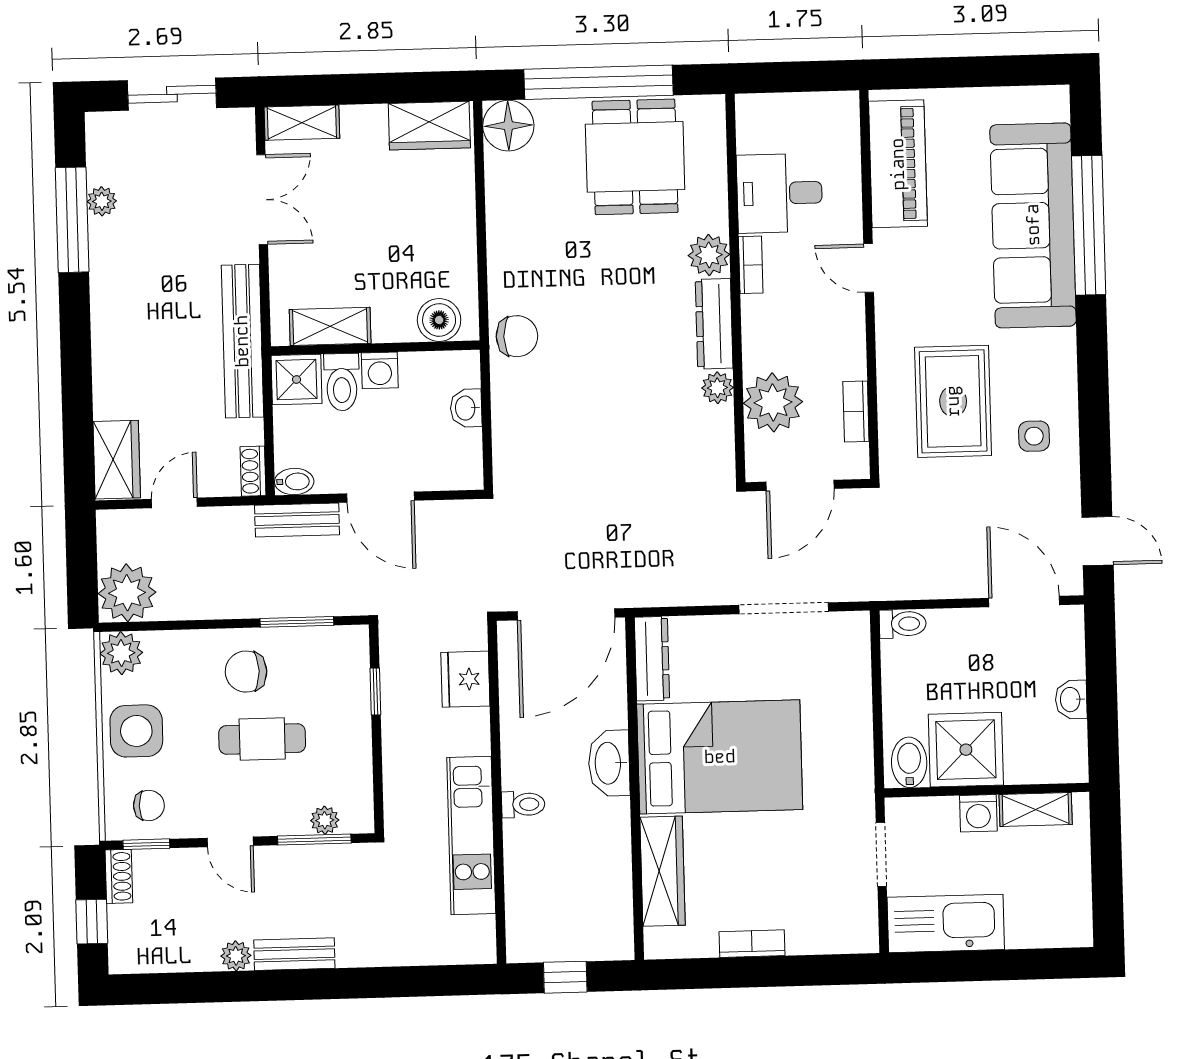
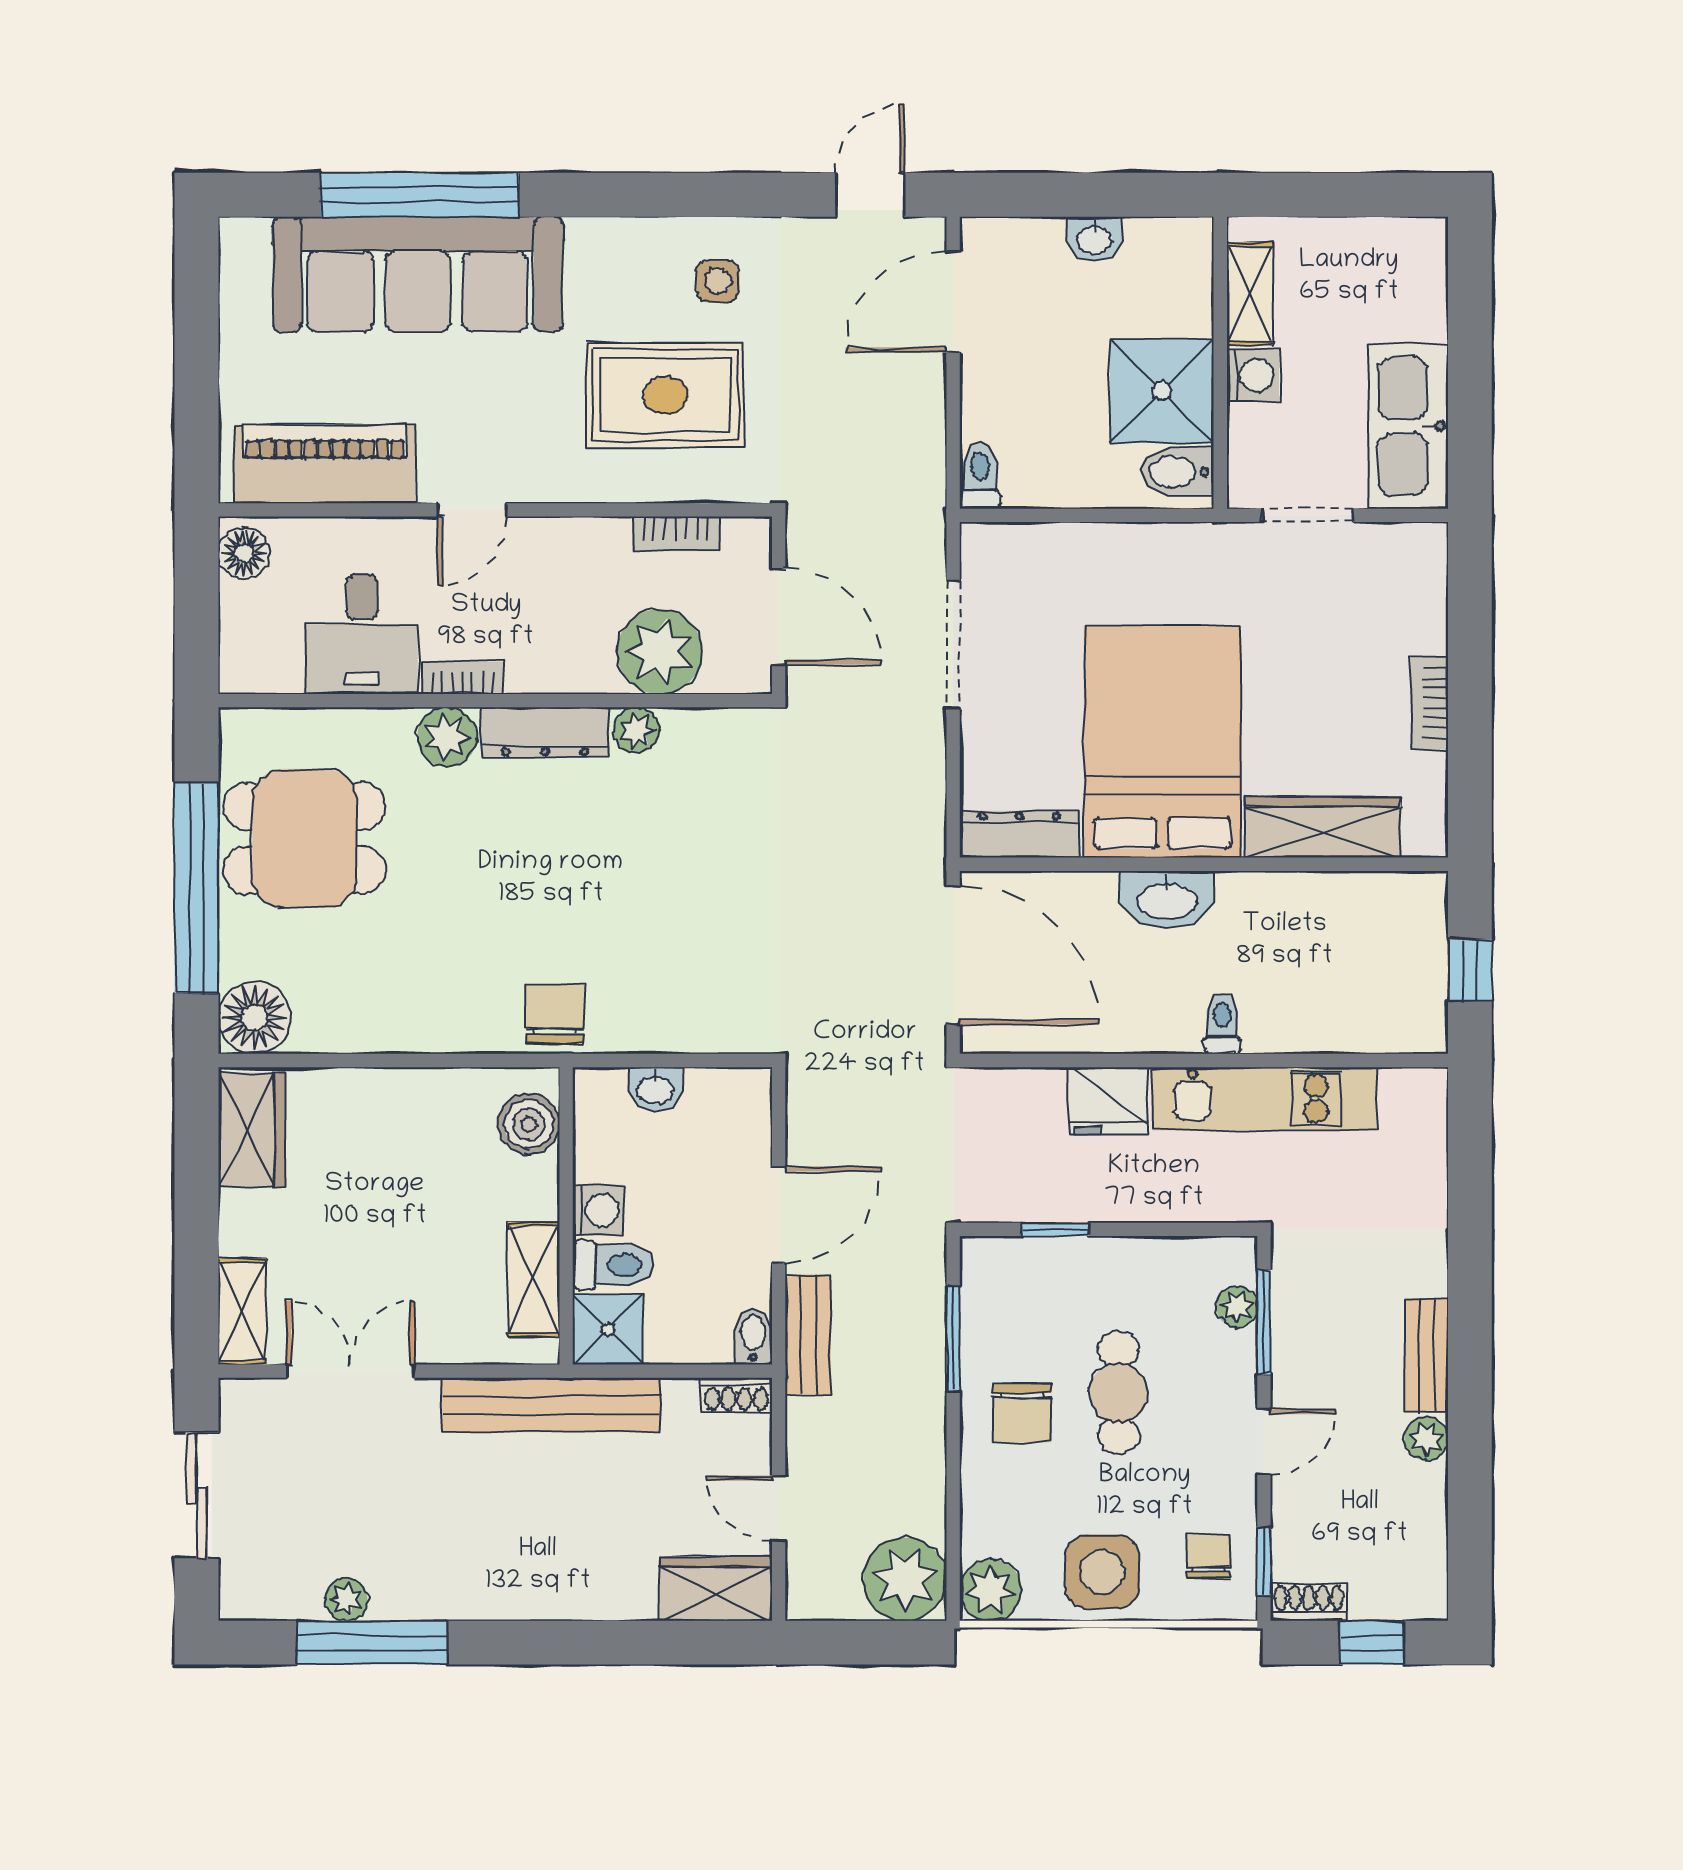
floor lamp: (834, 109) -> (244, 553), added
fridge: (465, 679) -> (1108, 1101), moved

